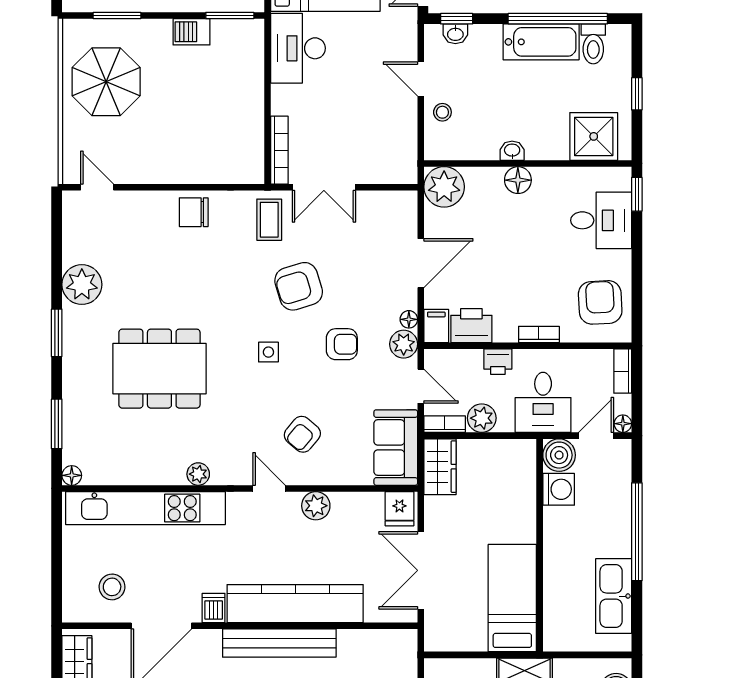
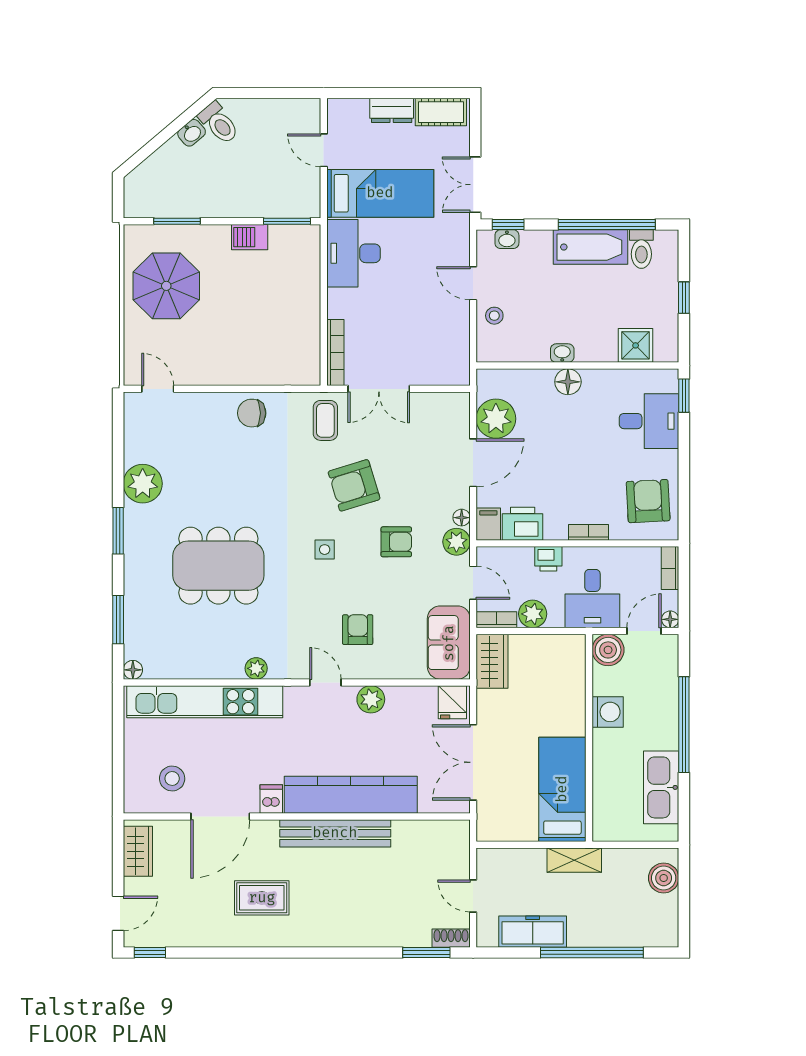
shower: (594, 136) -> (636, 345), width x0.73, depth x0.73
plant: (444, 187) -> (496, 419), moved
armchair: (302, 434) -> (358, 630), turned 140
washing machine: (559, 489) -> (608, 712), moved

